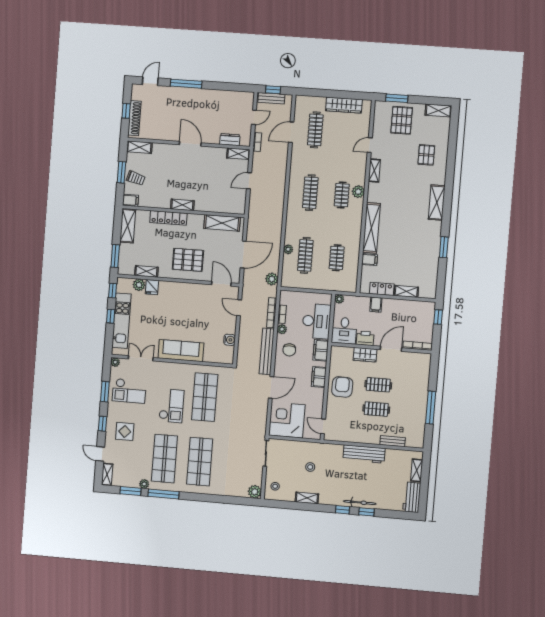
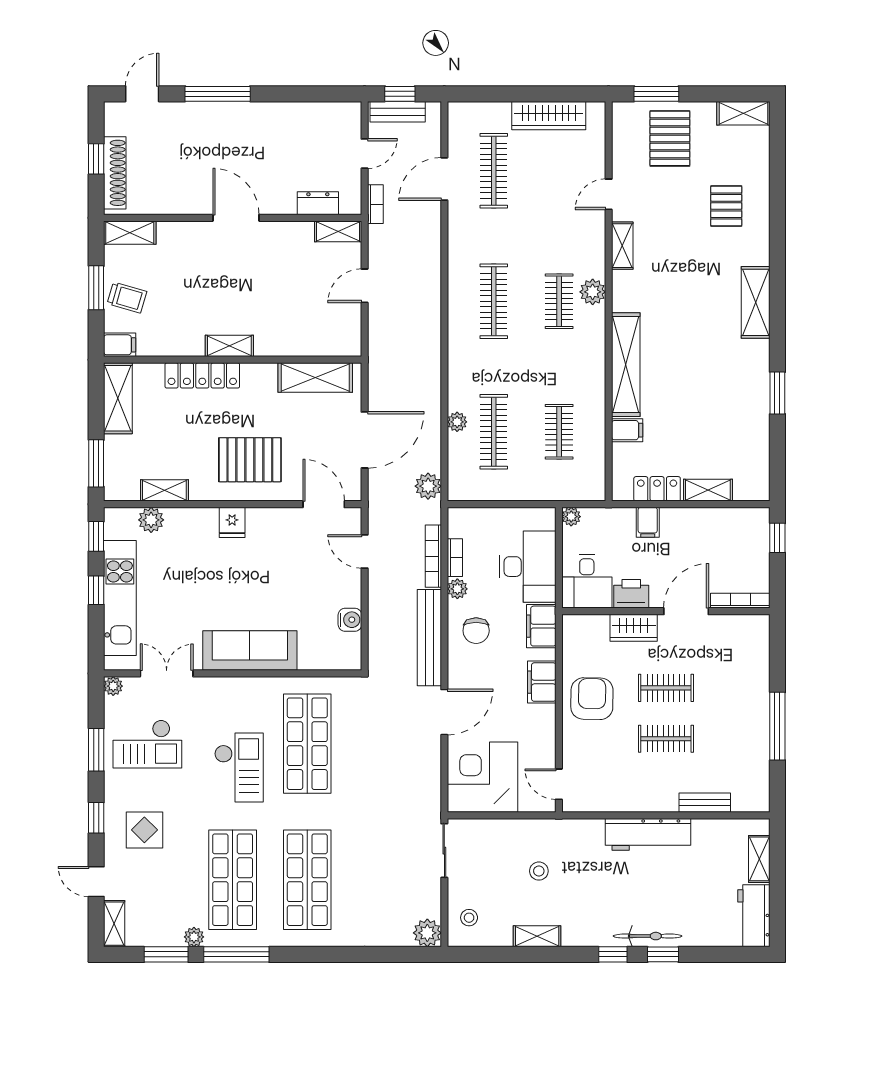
fridge: (152, 287) -> (232, 522), moved

